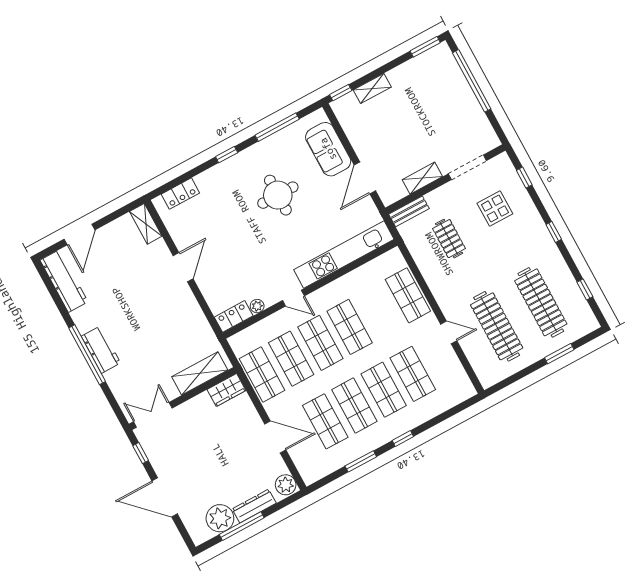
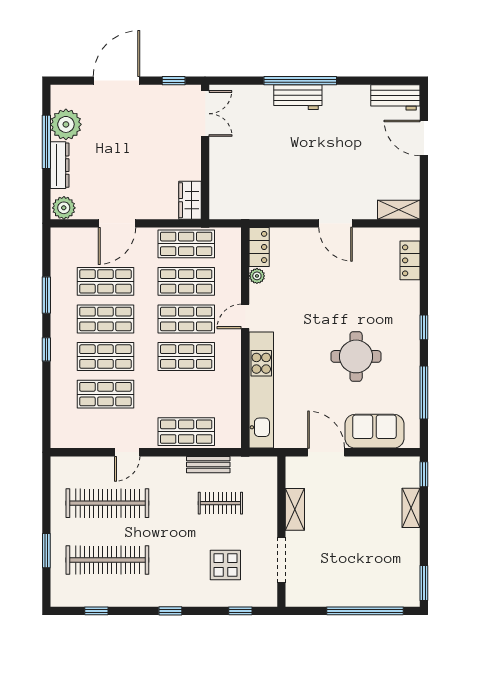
bench: (409, 211) -> (208, 465), moved, turned 90
workbench: (64, 281) -> (395, 97), width x0.73
shelving: (200, 373) -> (221, 182), removed

